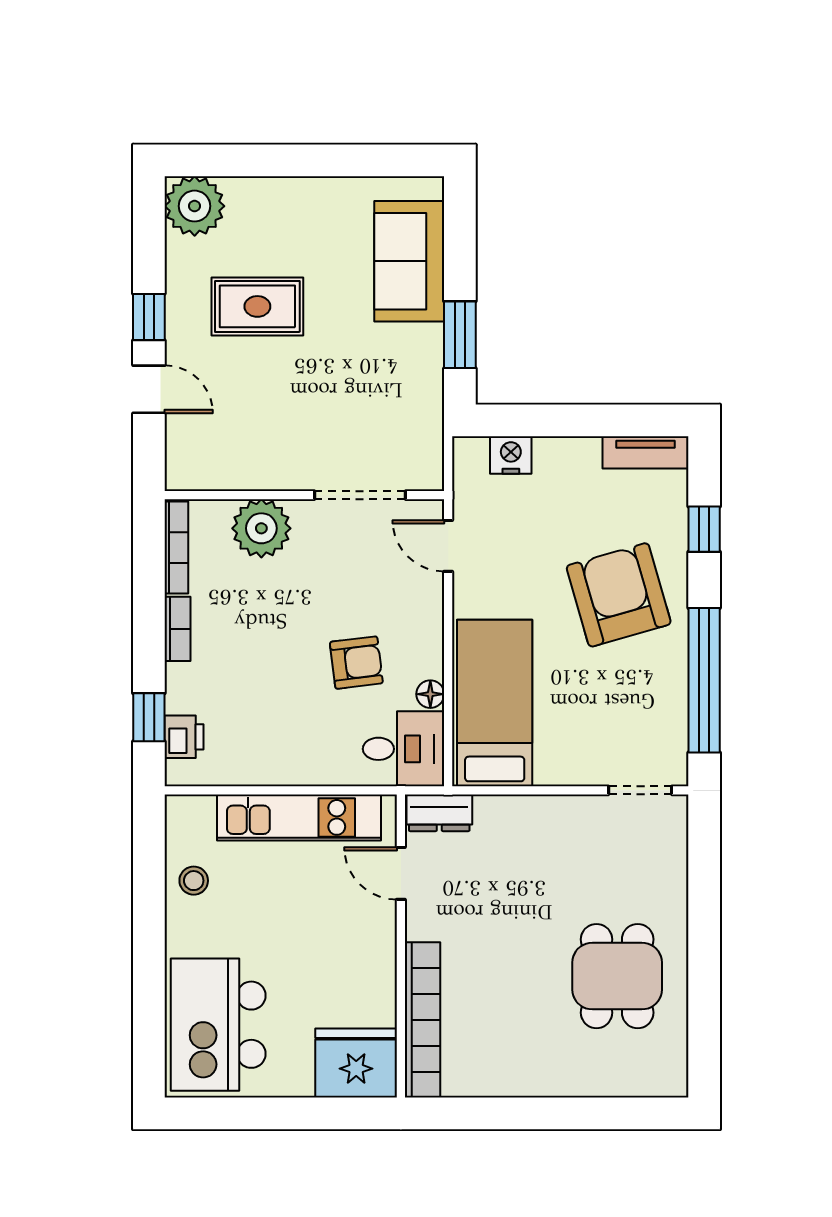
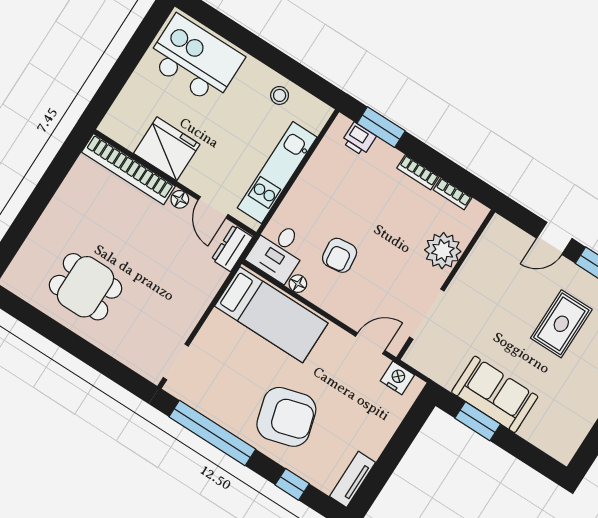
sofa: (409, 261) -> (495, 394), moved
nightstand: (511, 455) -> (397, 378), moved, turned -90
bookcase: (176, 547) -> (453, 194), width x0.64
window: (149, 717) -> (381, 127), width x1.50
door: (401, 873) -> (213, 207), swing flipped
floor lamp: (419, 925) -> (180, 199), added
fridge: (356, 1063) -> (167, 149), moved, turned -90

